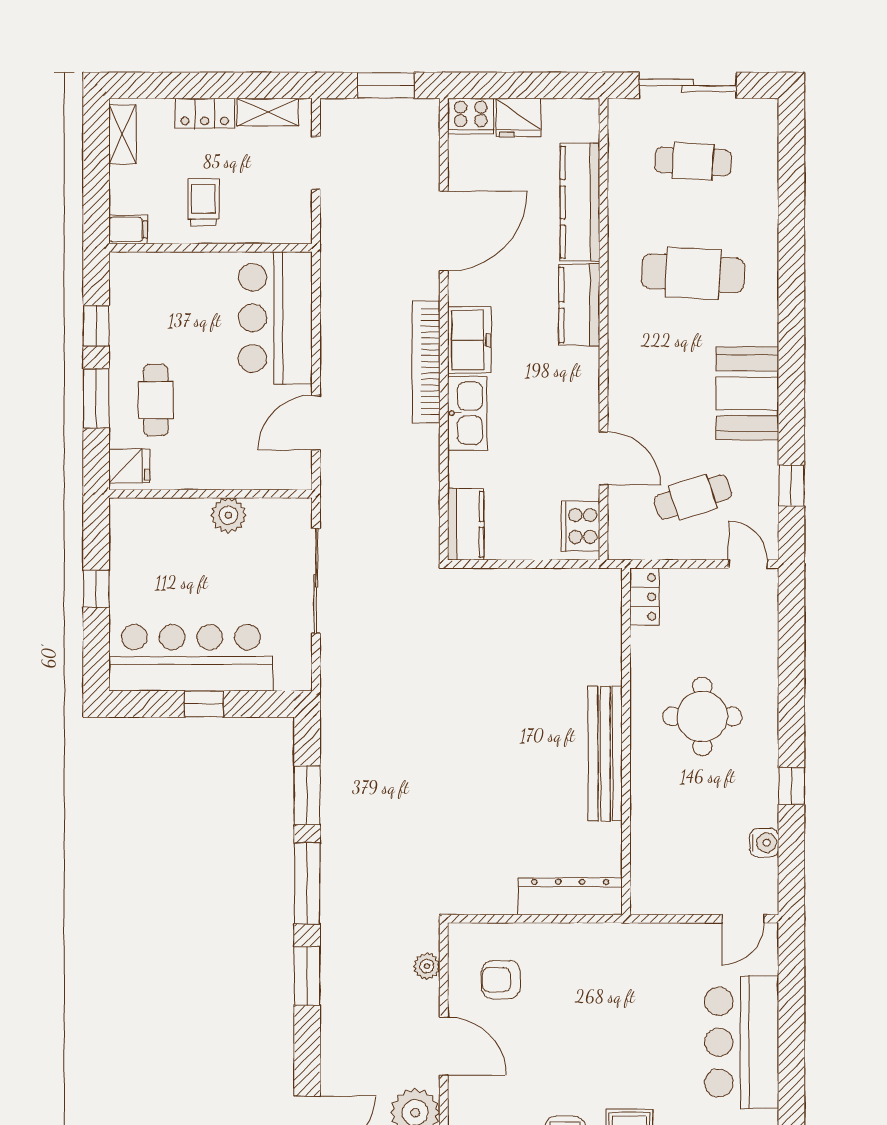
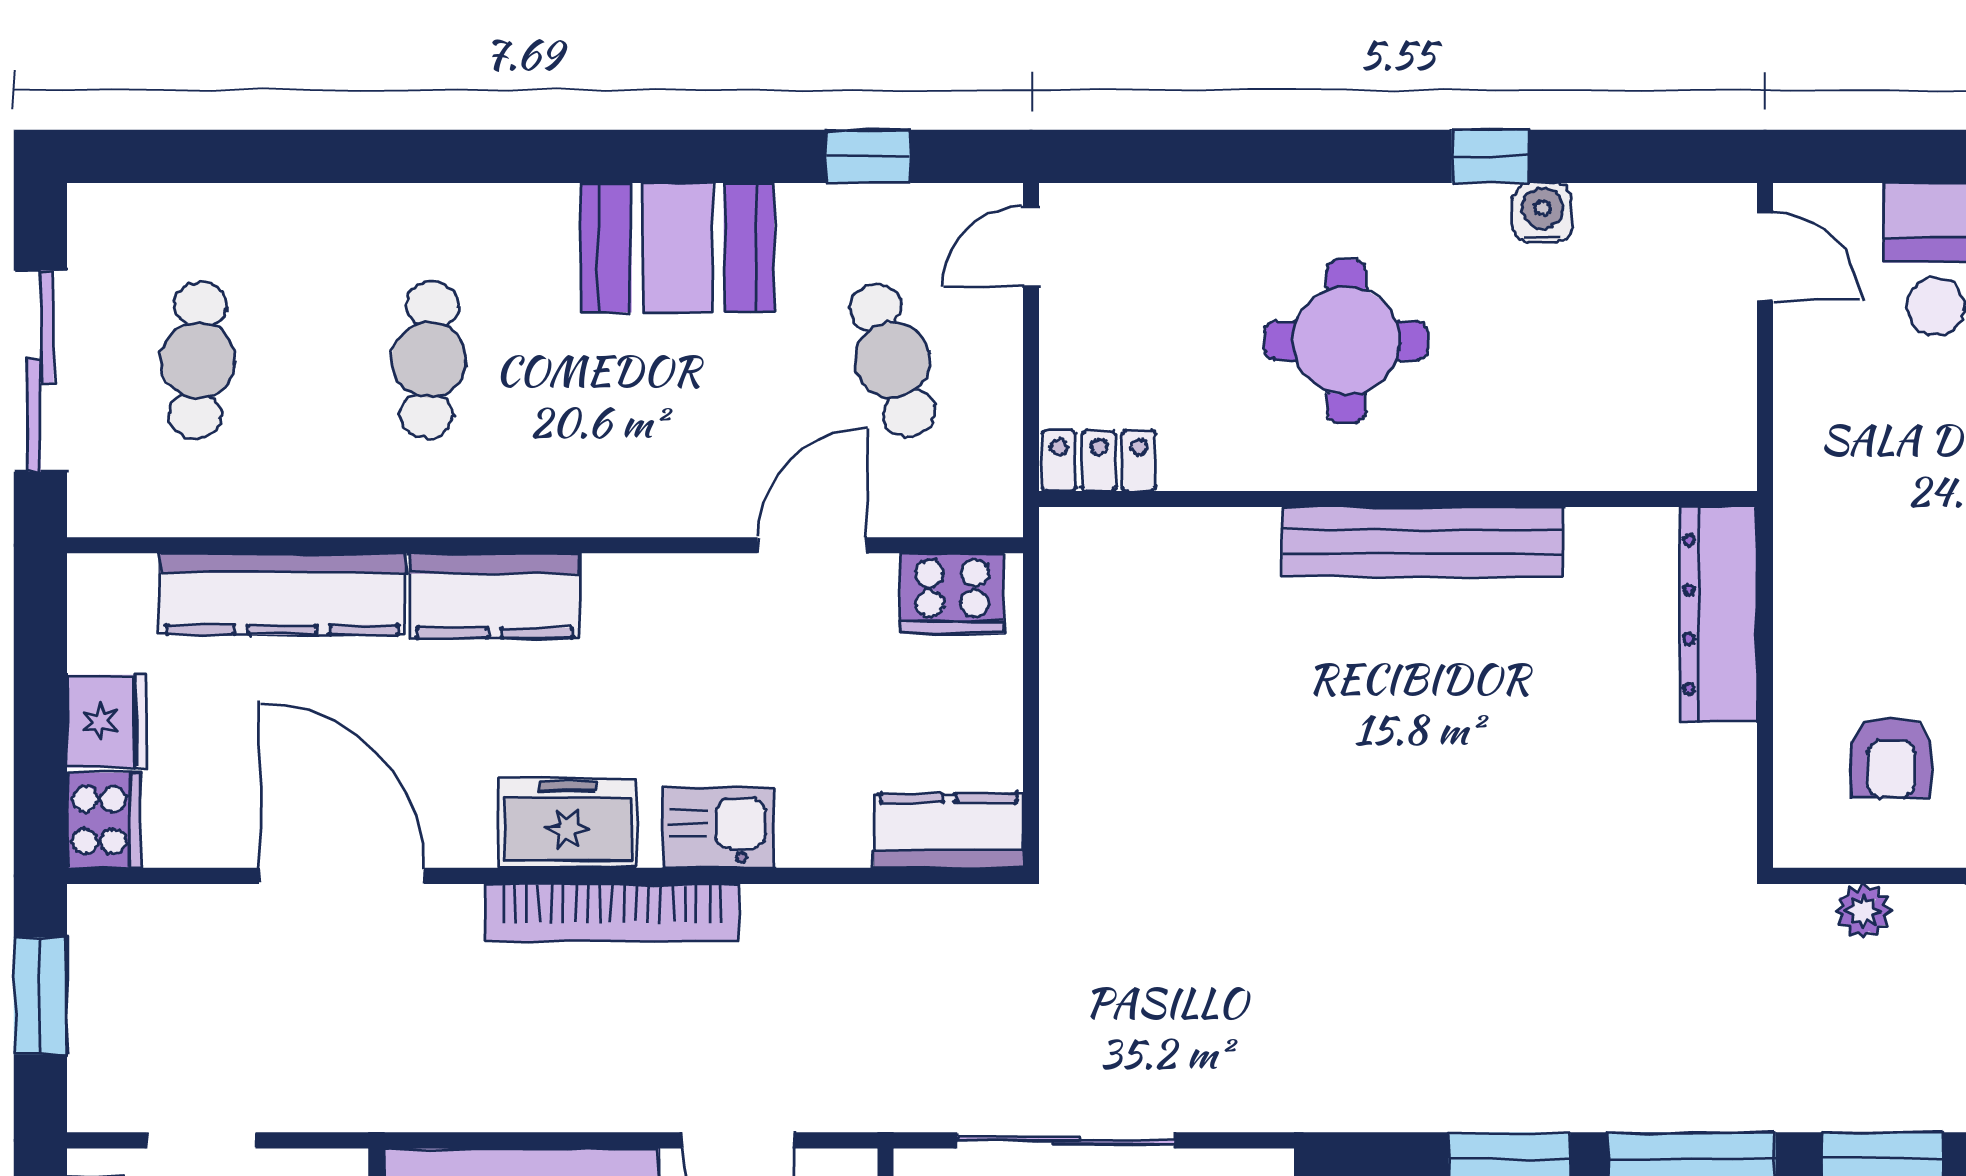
cafe table: (693, 273) -> (429, 360), width x0.73, depth x0.74
kitchen sink: (467, 413) -> (719, 827), width x0.73
water cooler: (764, 843) -> (1542, 213), moved

